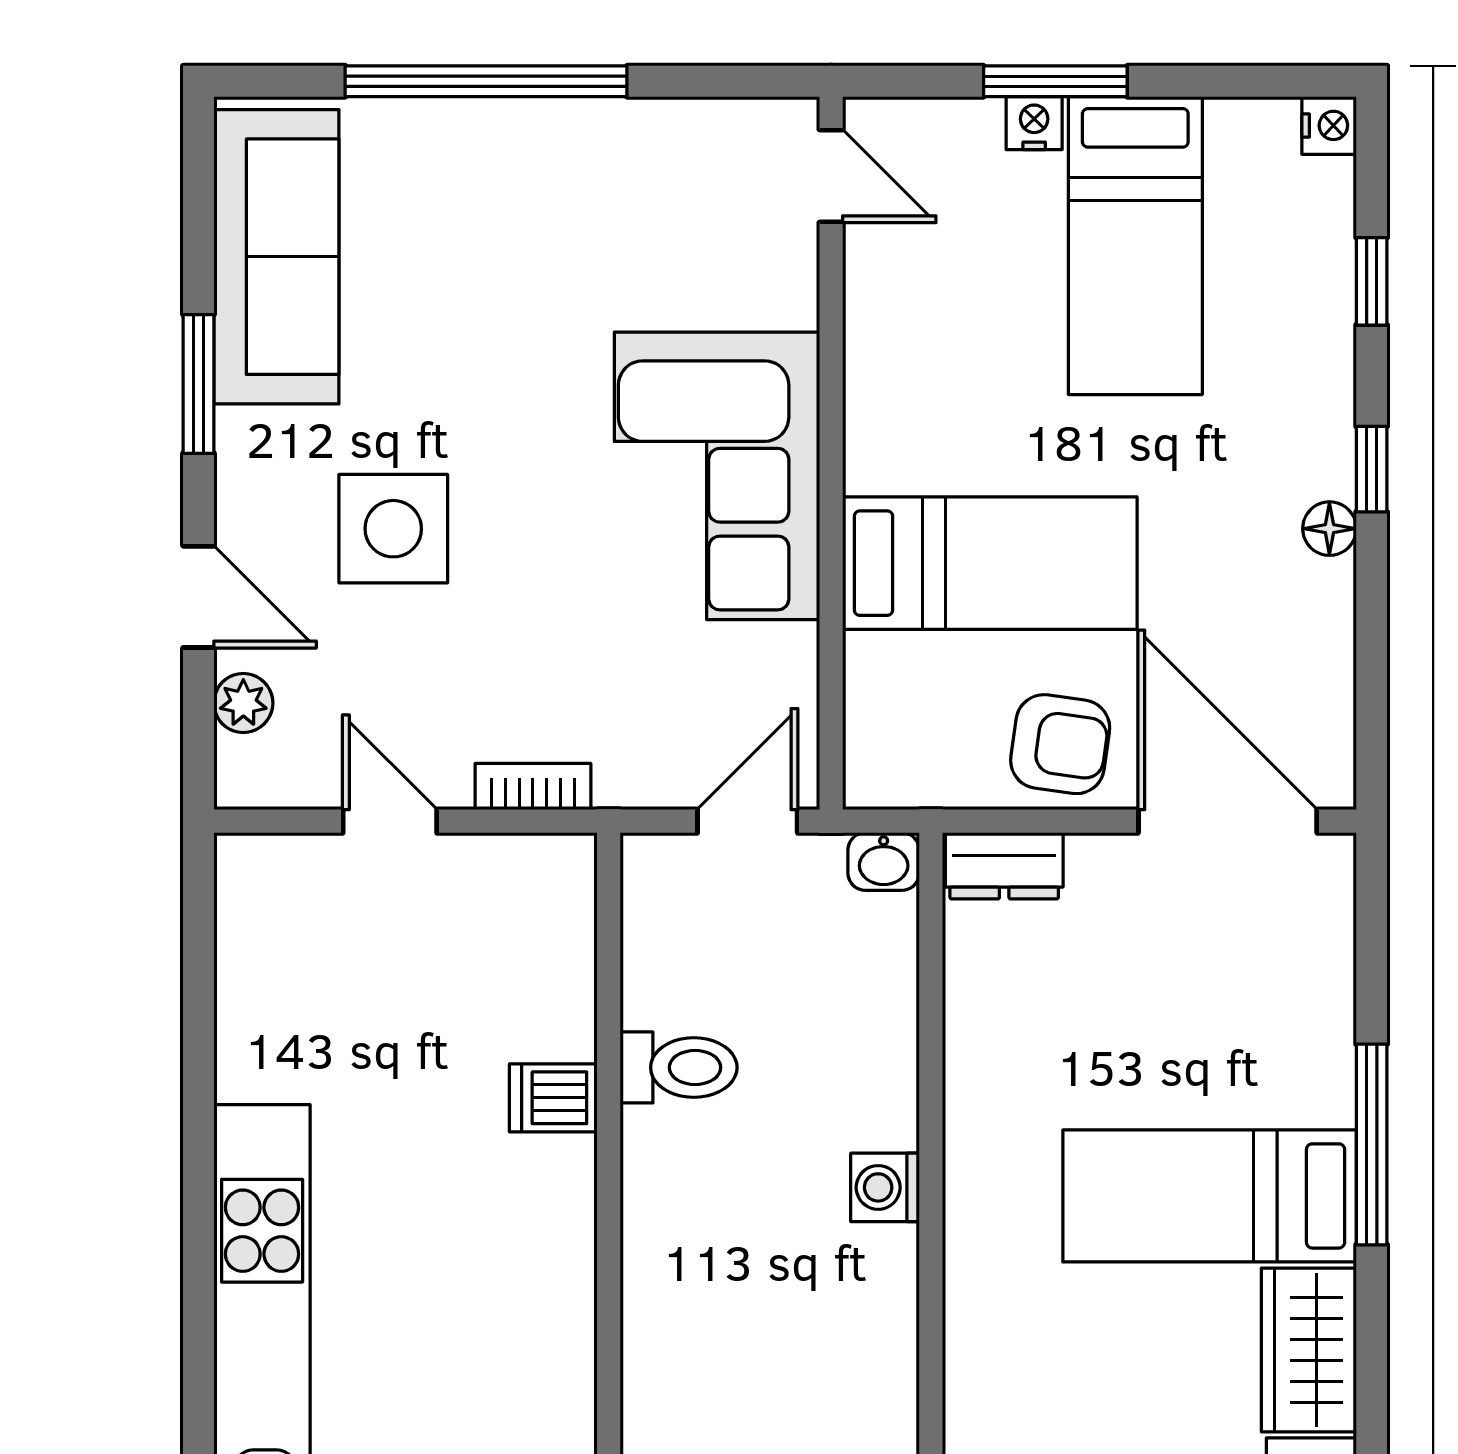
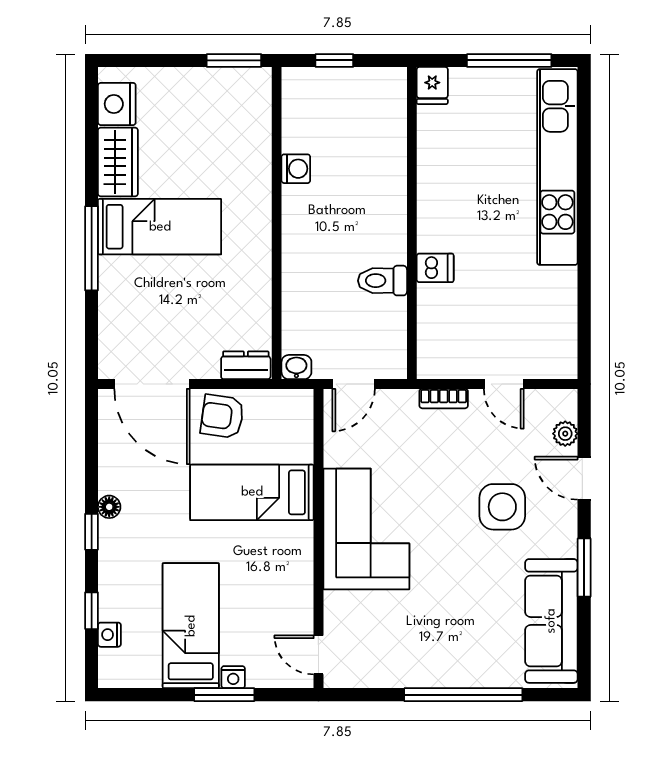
nightstand: (1329, 125) -> (109, 635), moved
washing machine: (885, 1187) -> (296, 169), moved

